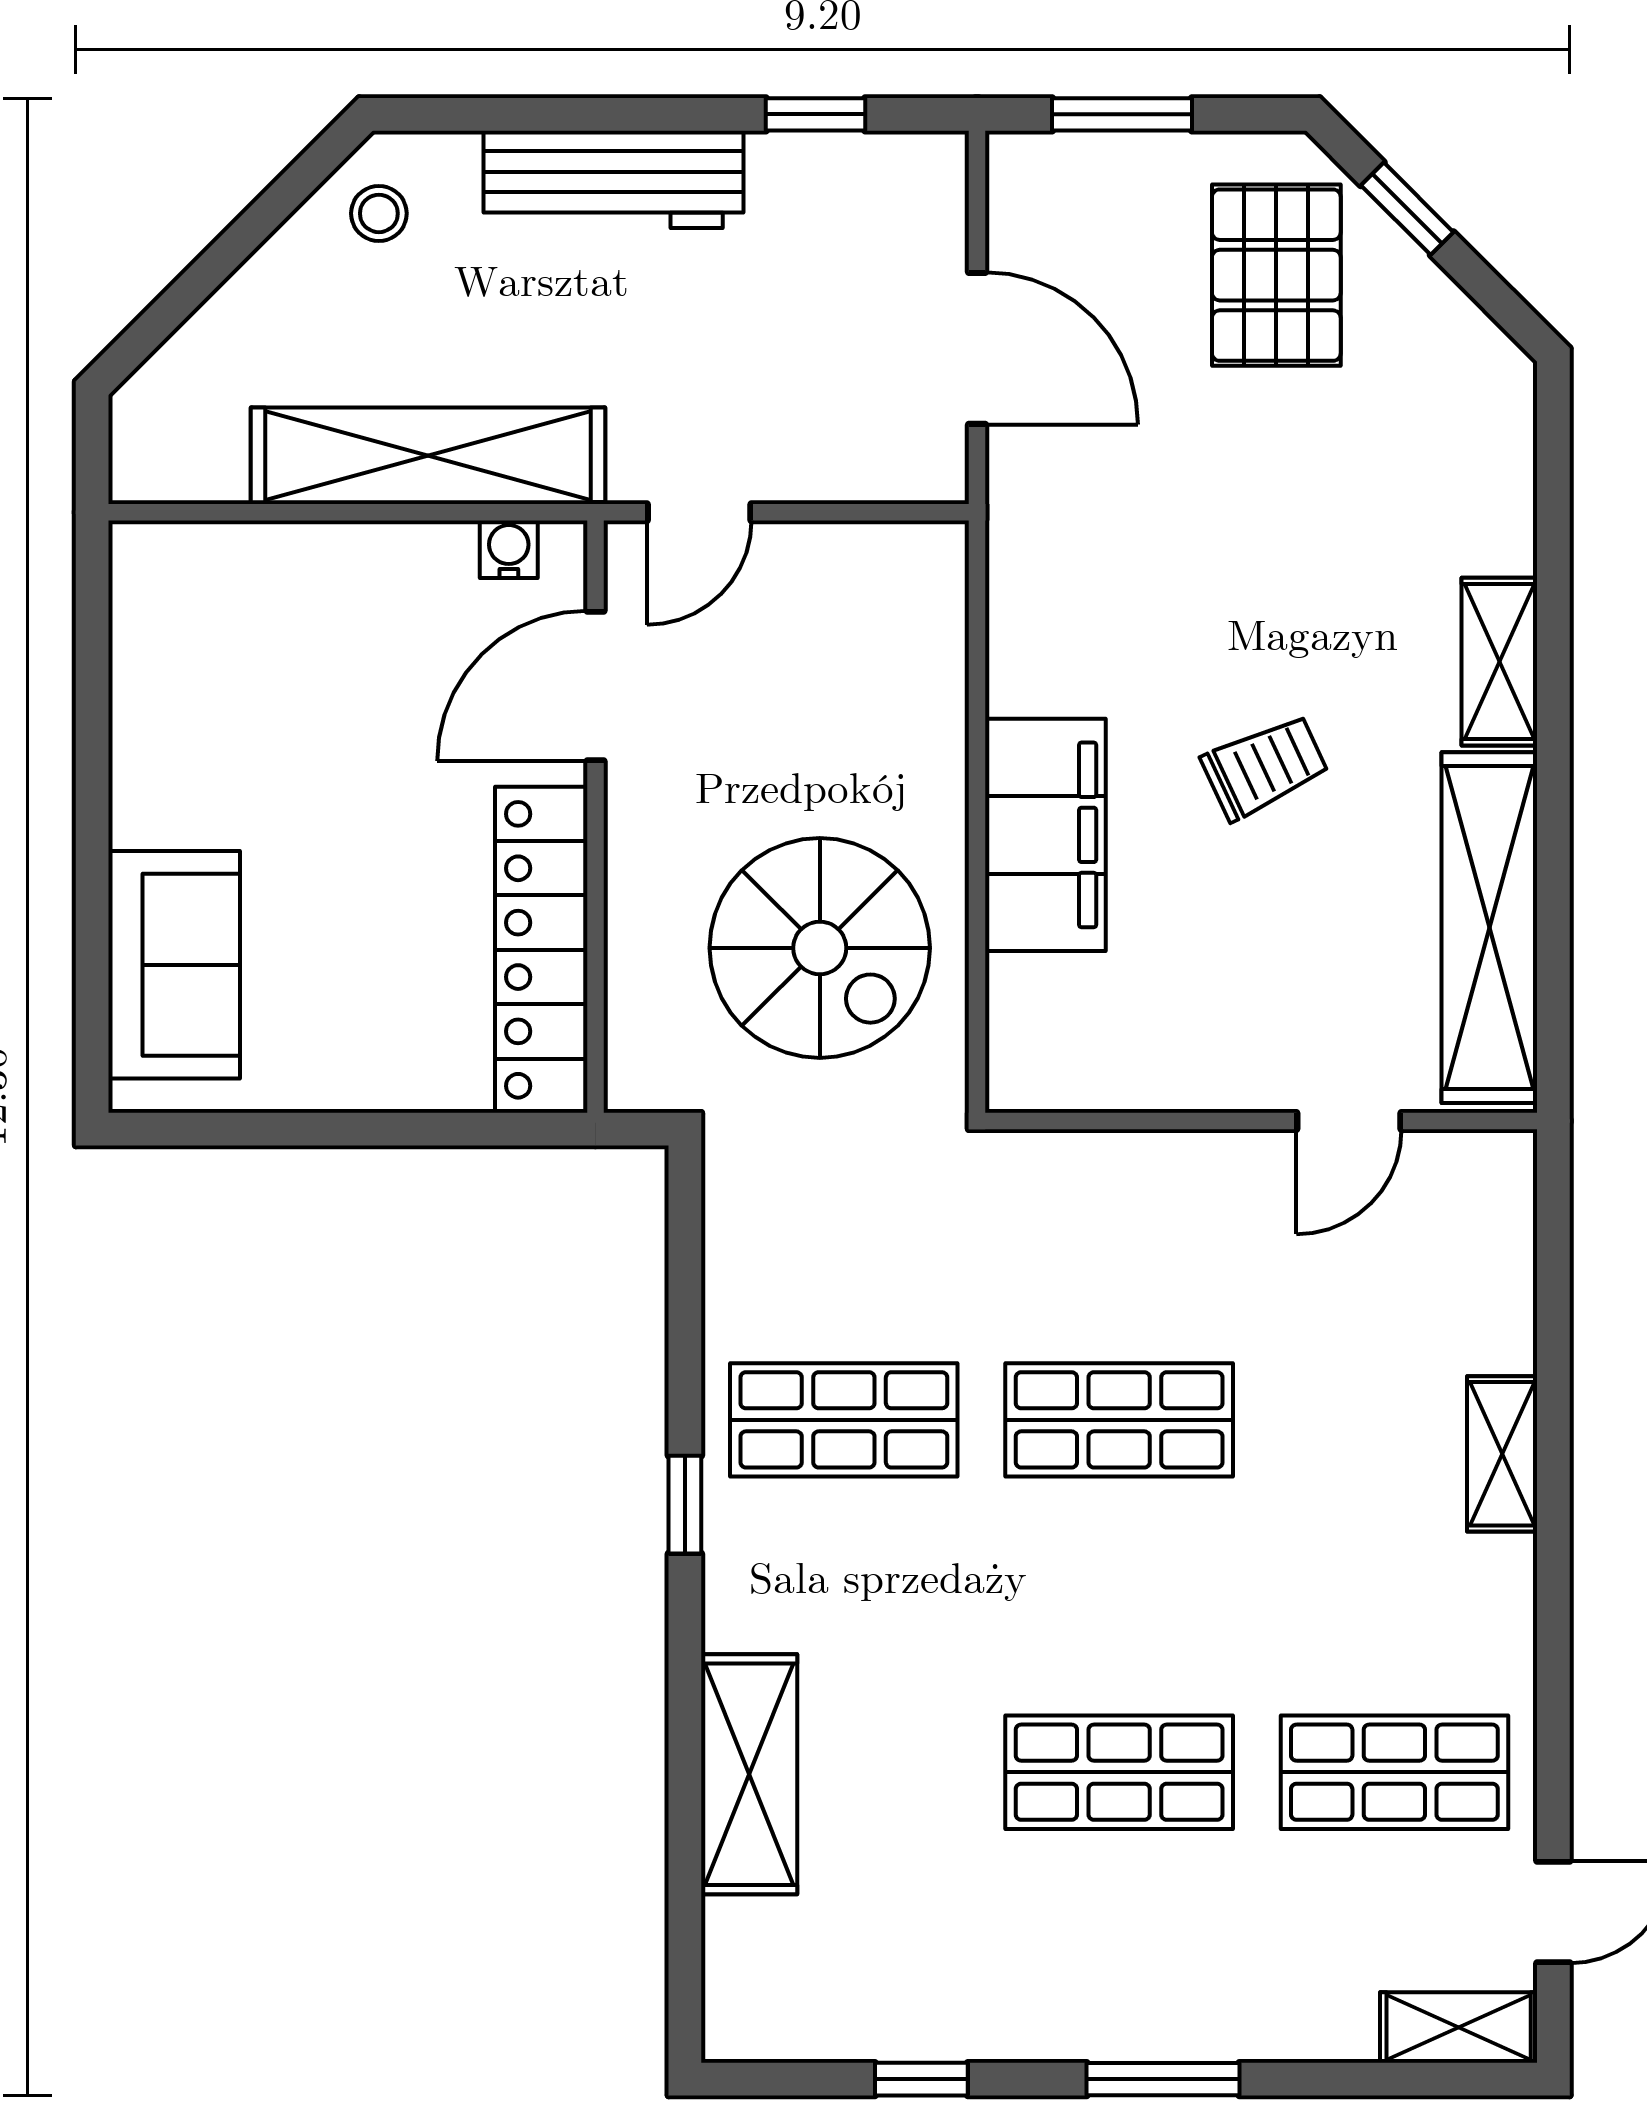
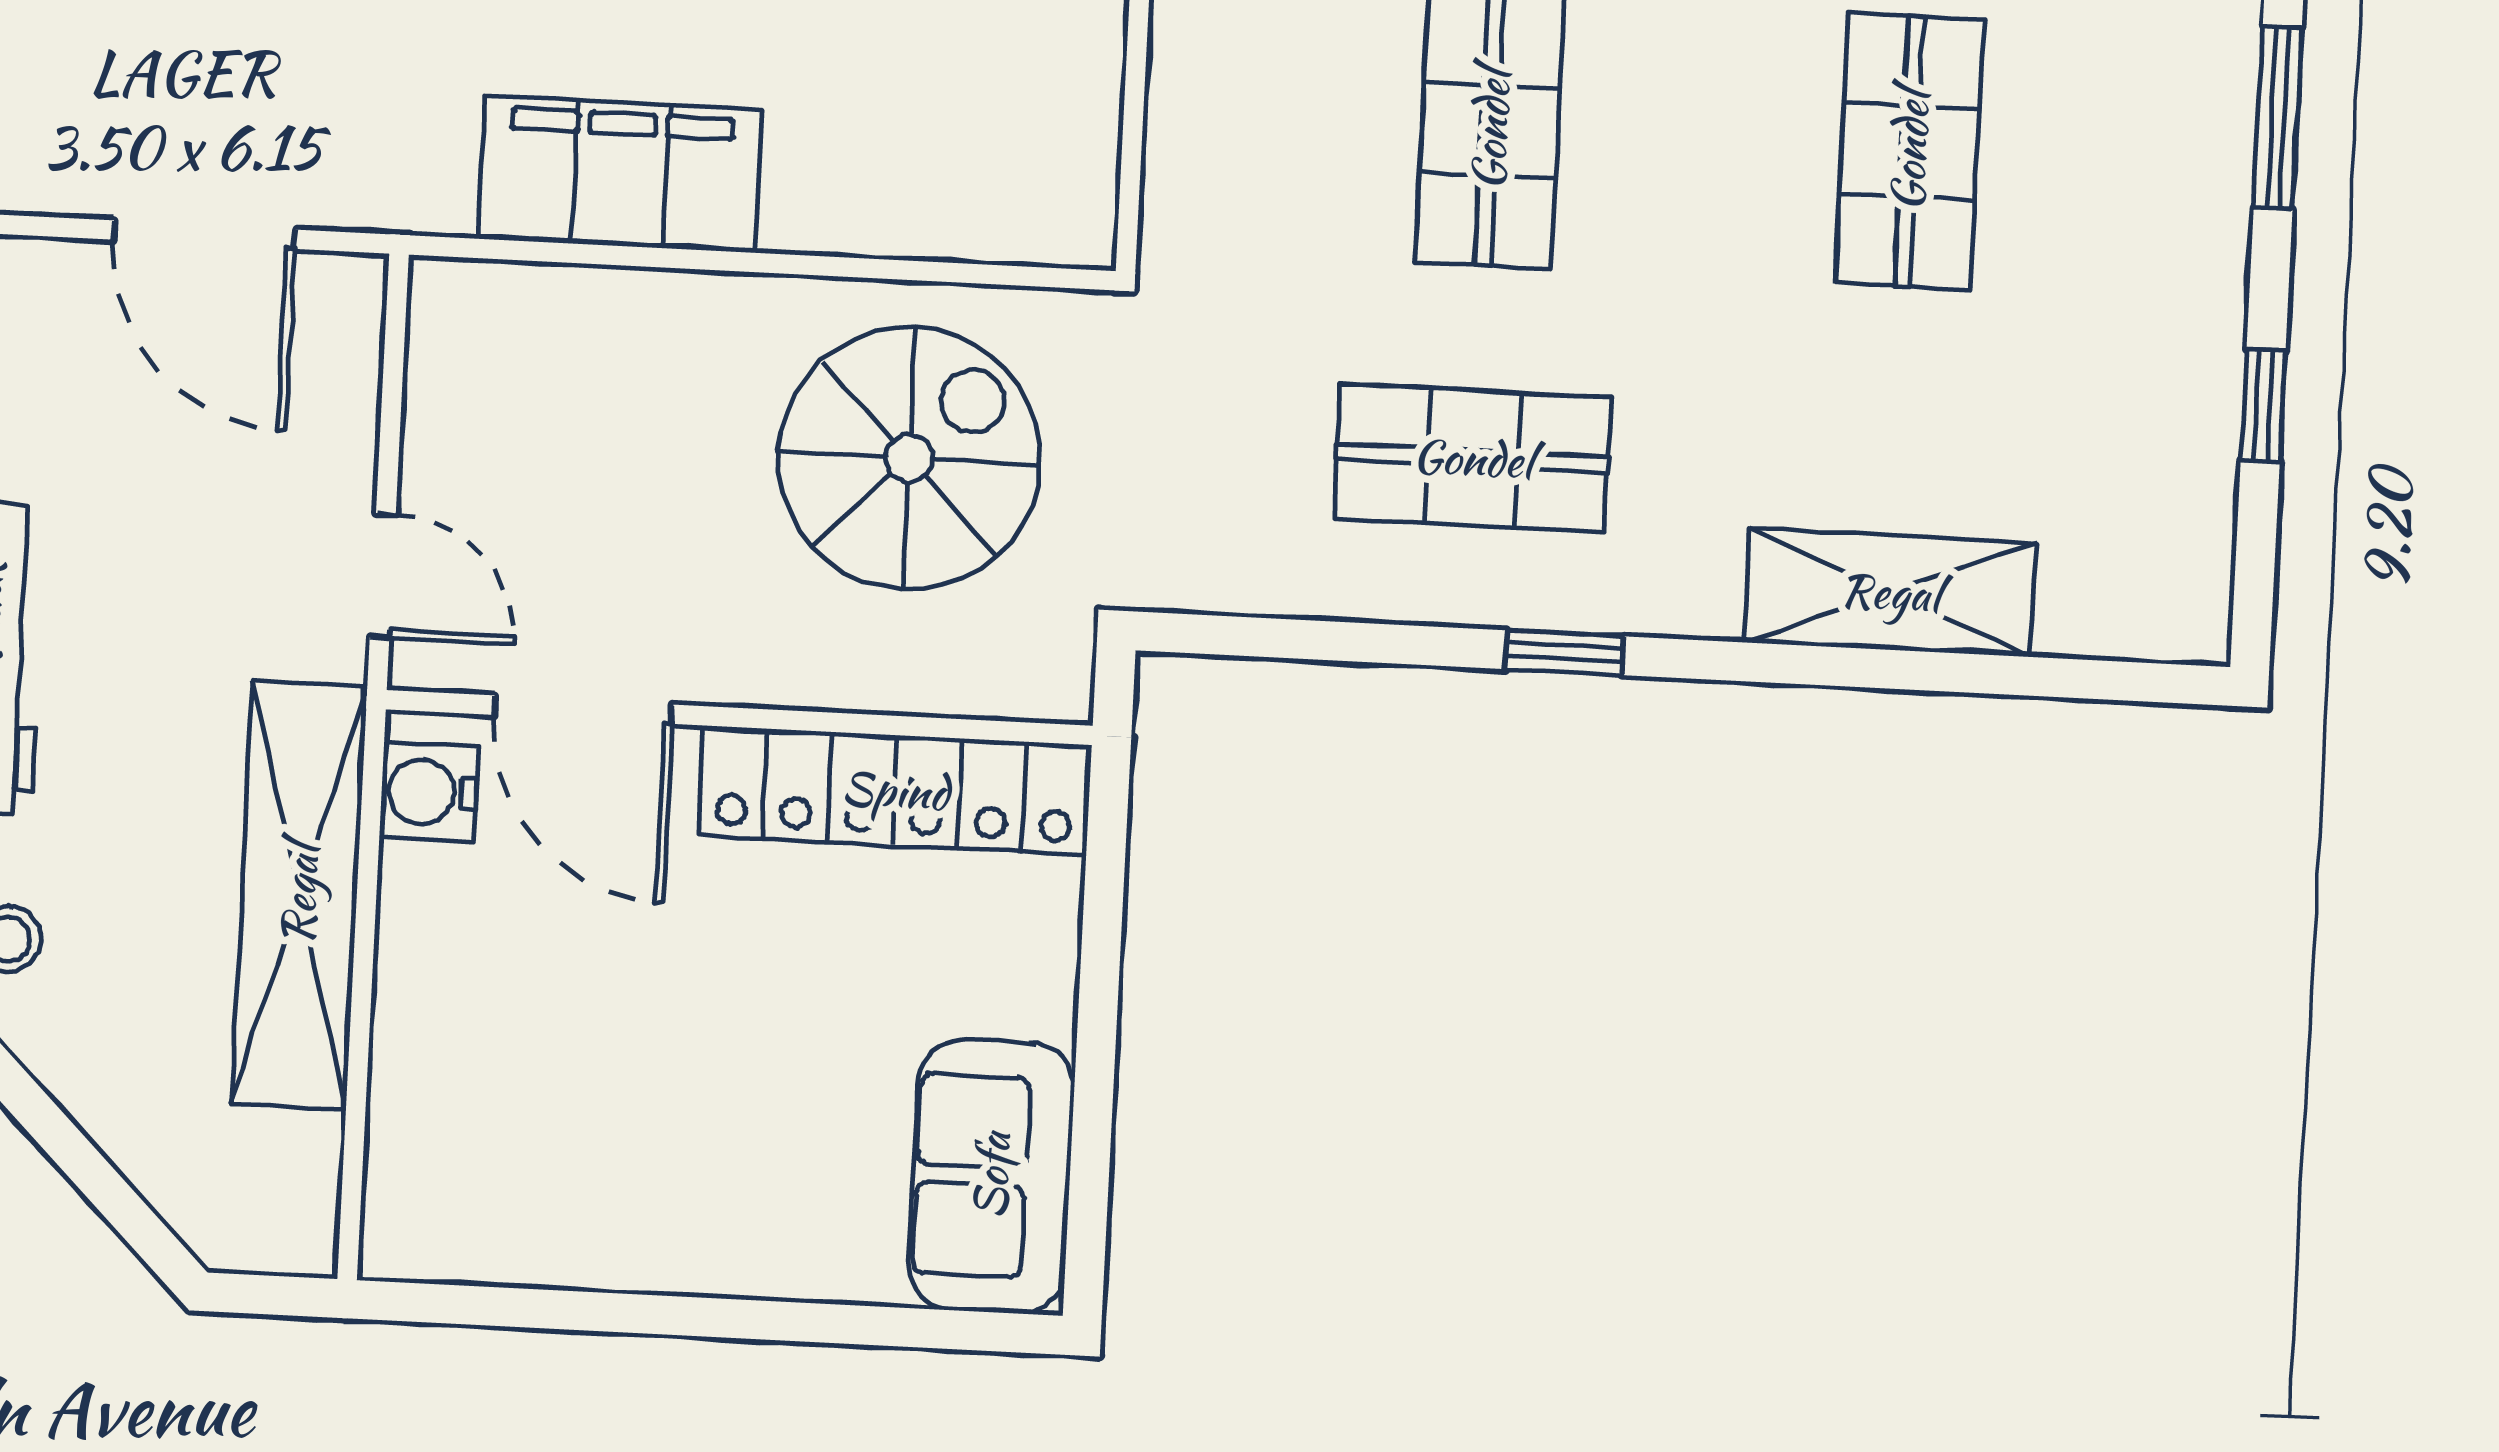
door: (977, 348) -> (204, 235), swing flipped
water cooler: (509, 549) -> (429, 792), width x1.38, depth x1.38
filing cabinet: (1045, 835) -> (620, 174), moved
sofa: (174, 965) -> (991, 1176), moved, turned -90
shop shelf: (844, 1420) -> (1473, 458), turned 90

